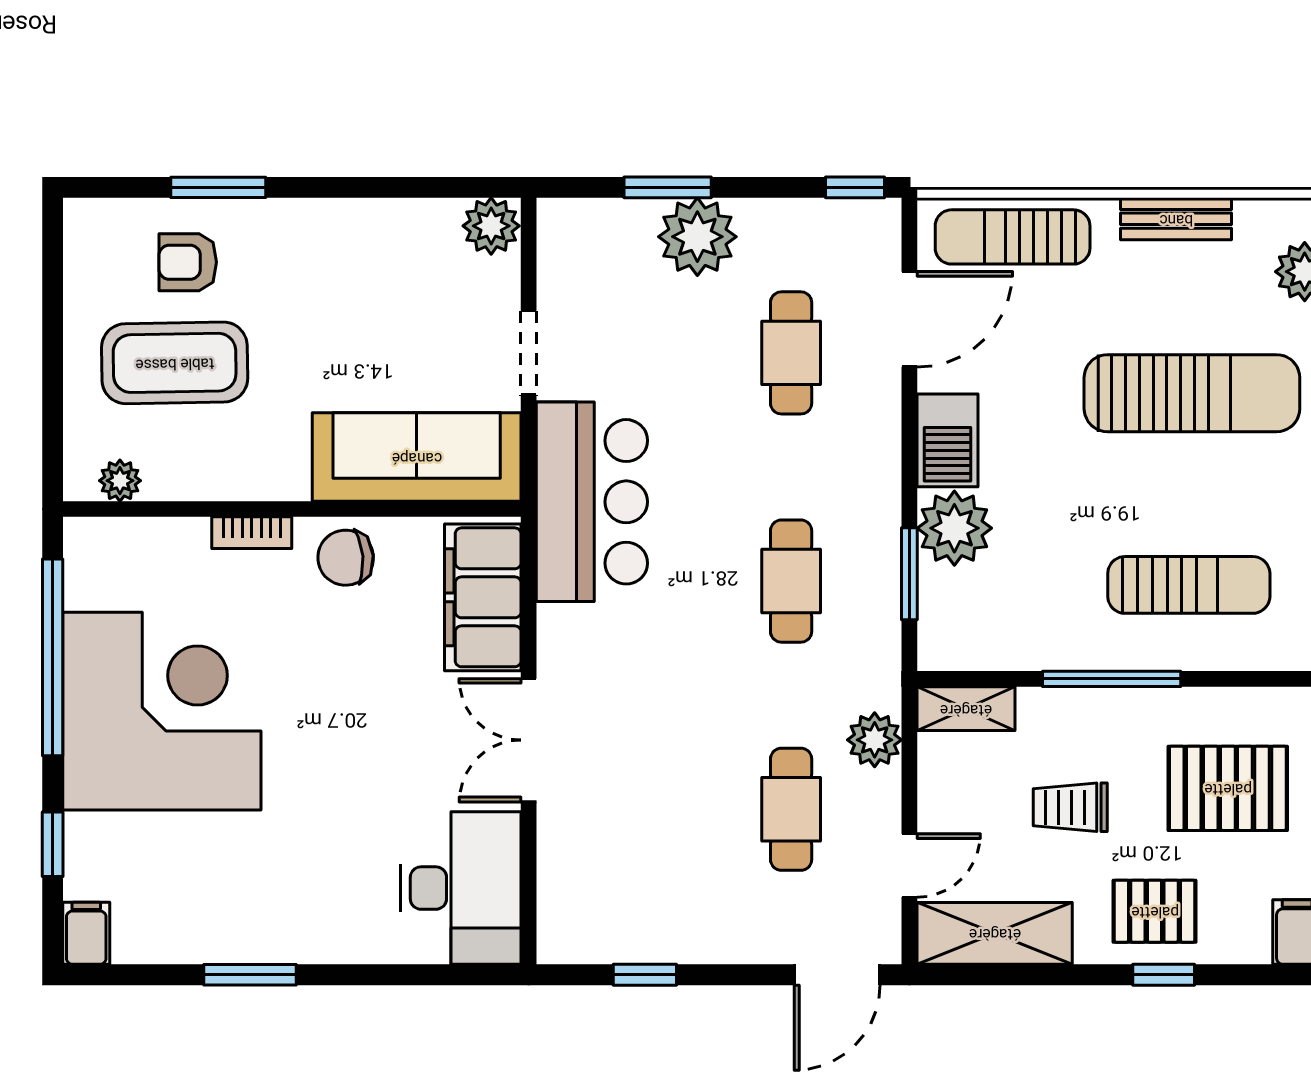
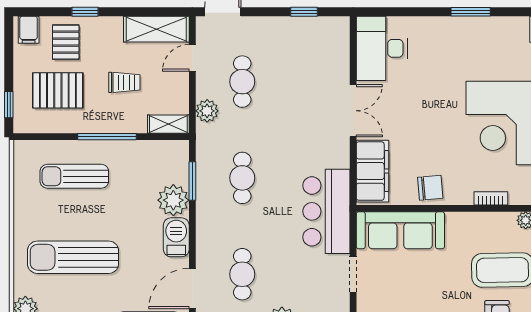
bookcase: (252, 533) -> (491, 198), moved
pallet: (1155, 911) -> (66, 42), moved, turned 90

